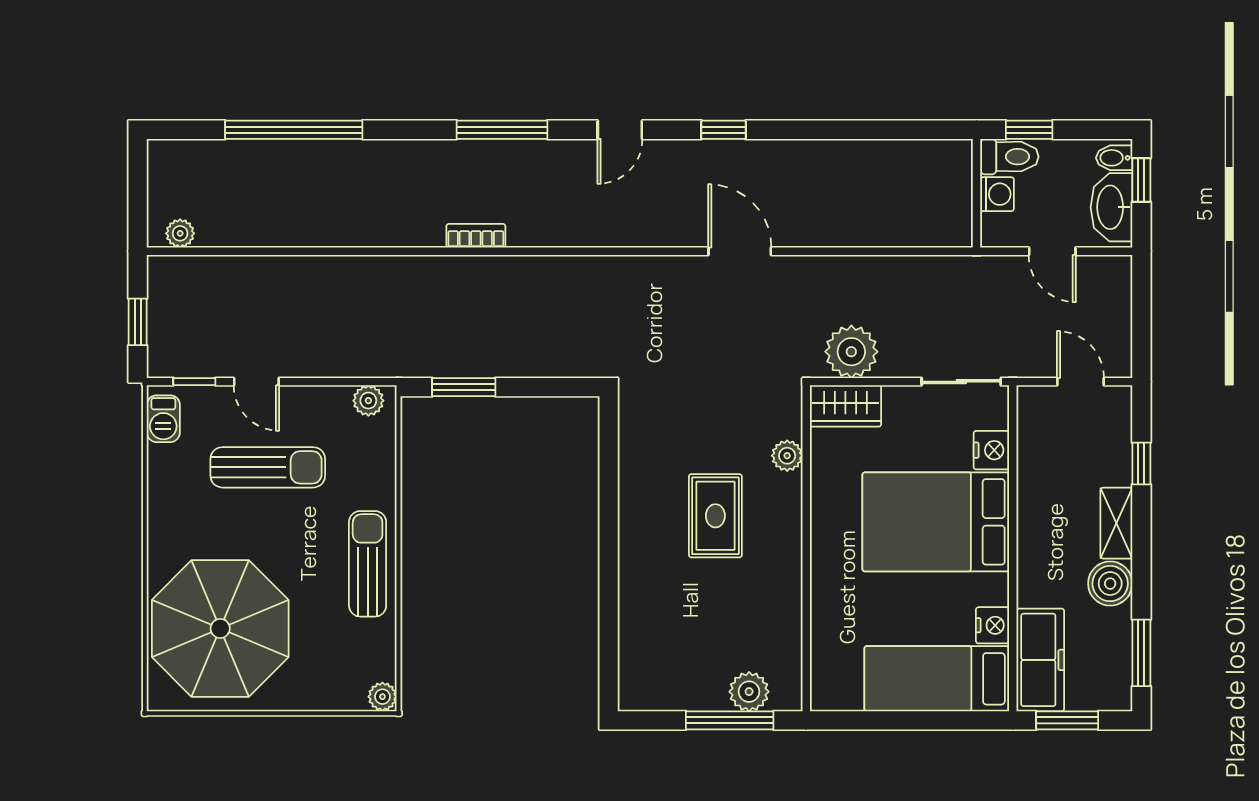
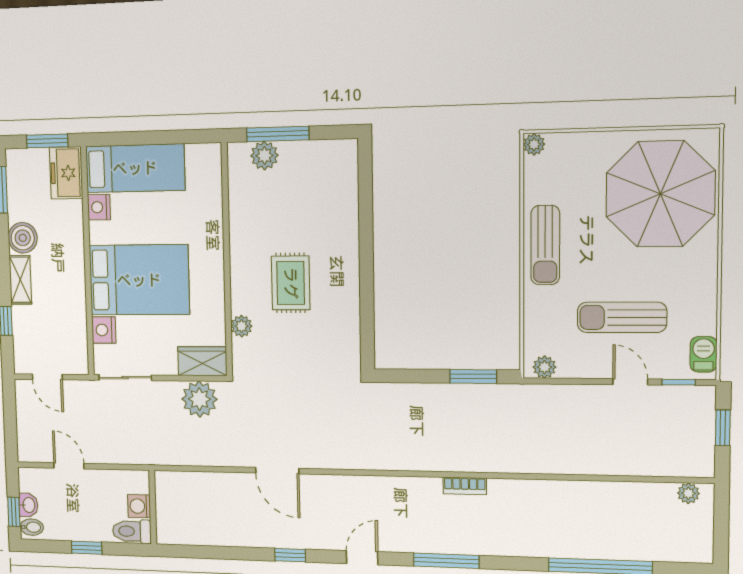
toilet: (1009, 157) -> (132, 531), moved
wall: (976, 193) -> (153, 507), moved
washing machine: (997, 194) -> (139, 506), moved
washbasin: (1111, 207) -> (28, 505), width x0.52, depth x0.69
freezer: (1040, 660) -> (66, 173), width x0.71

